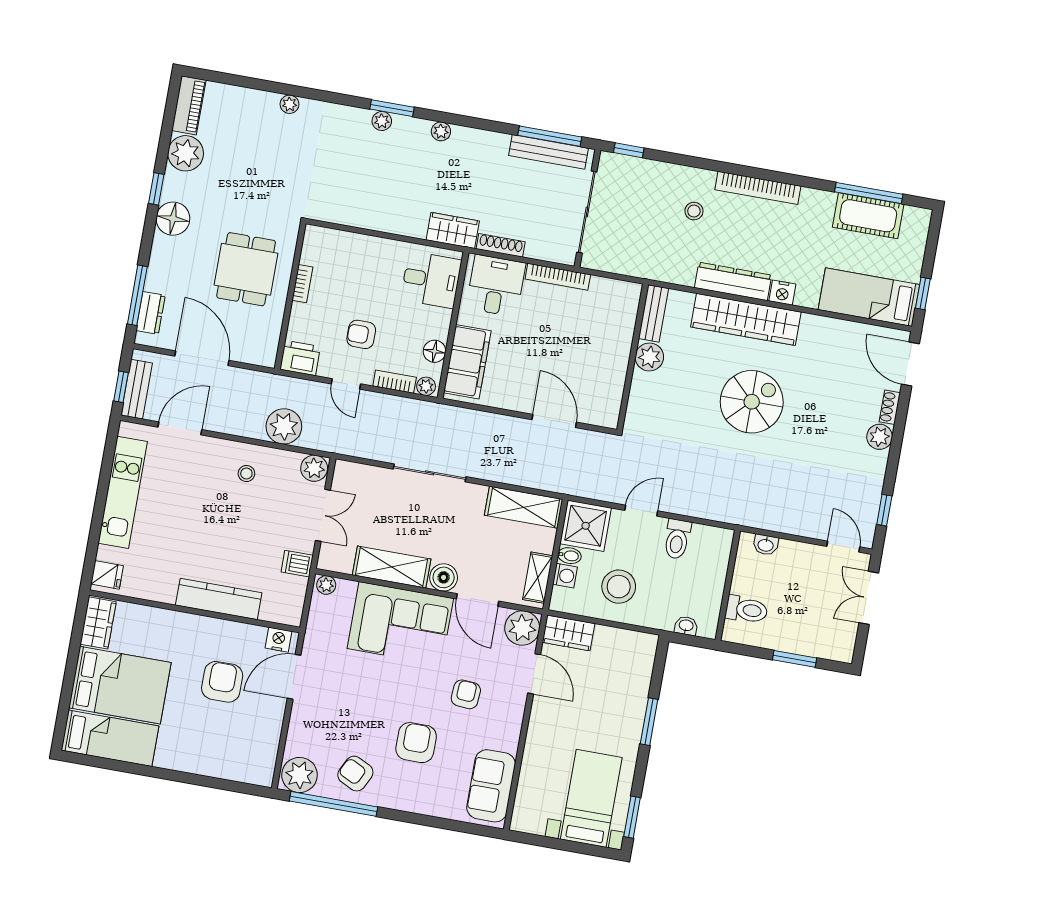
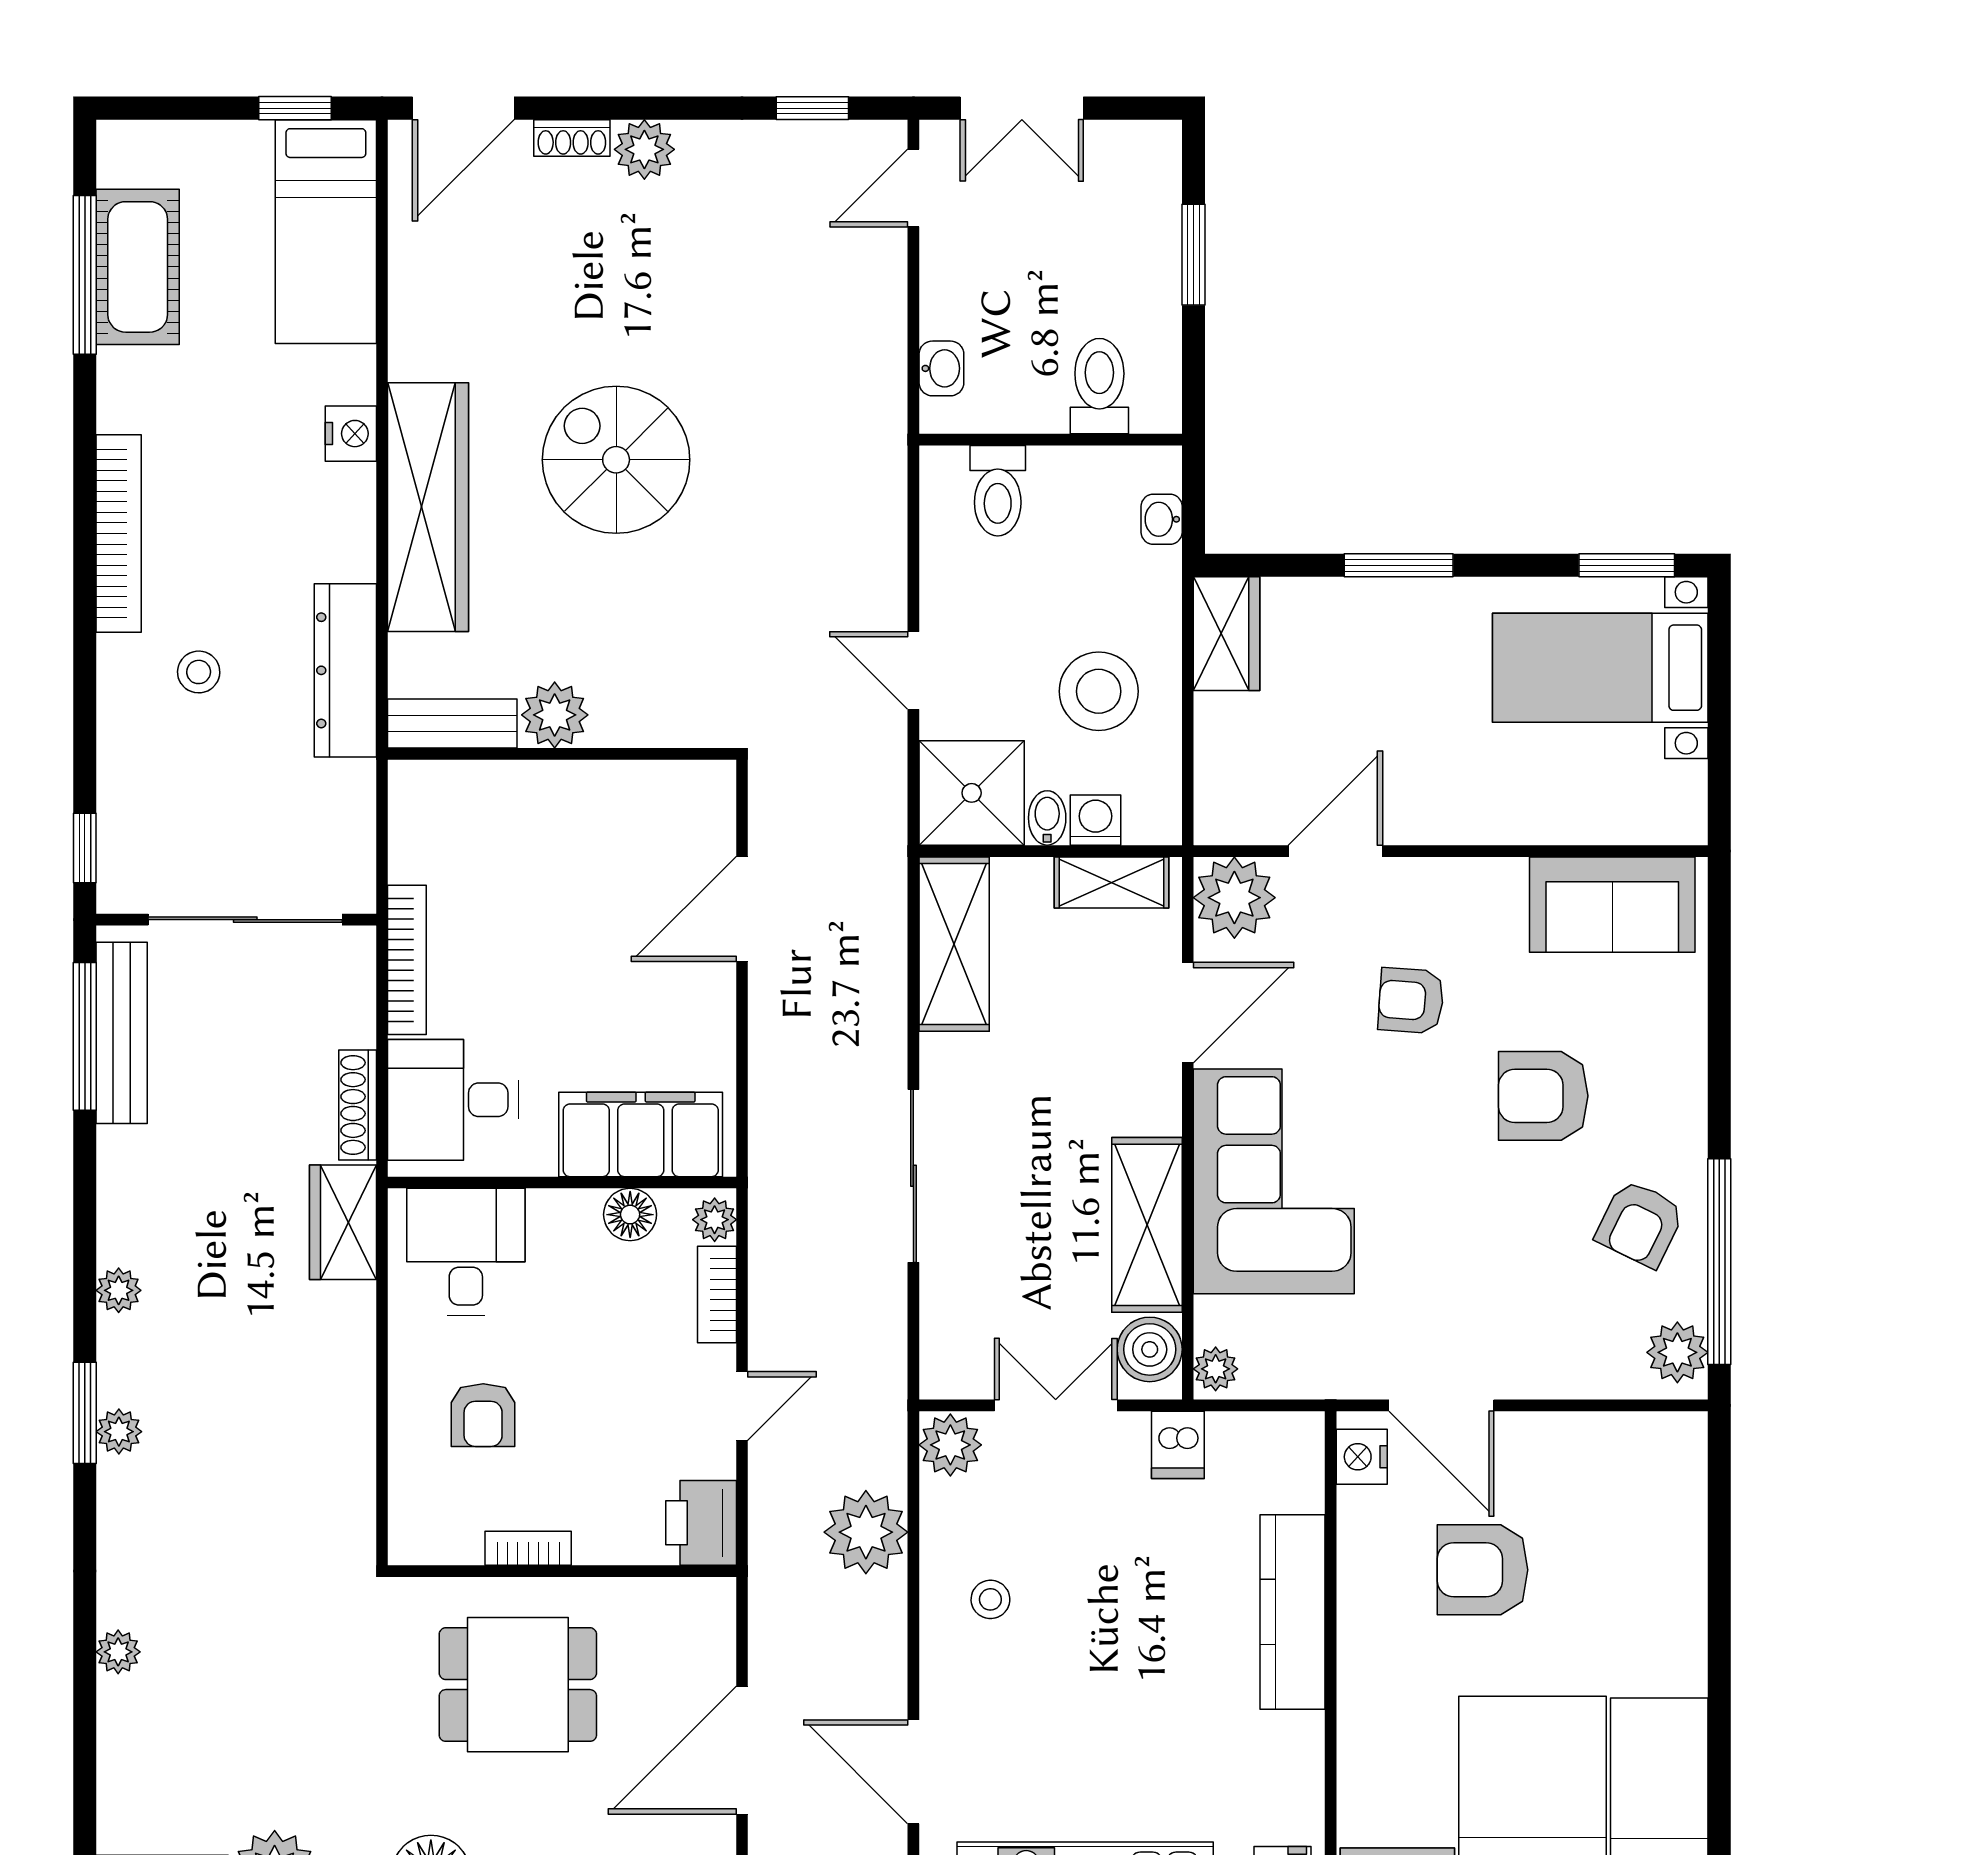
dresser: (733, 281) -> (345, 670), moved
armchair: (361, 334) -> (483, 1415), moved
toilet: (677, 539) -> (998, 491), moved, turned 90
boiler: (444, 577) -> (1150, 1349), moved
wardrobe: (568, 633) -> (1227, 634), moved
plant: (300, 775) -> (1677, 1352), width x0.73, depth x0.73

